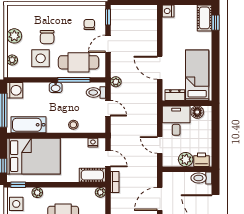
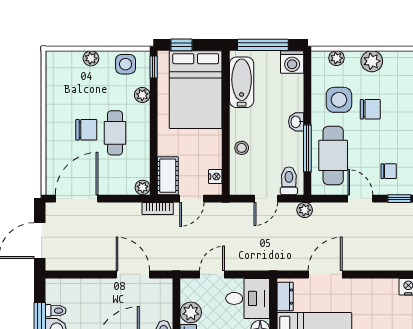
chair: (47, 37) -> (370, 109), turned 180

